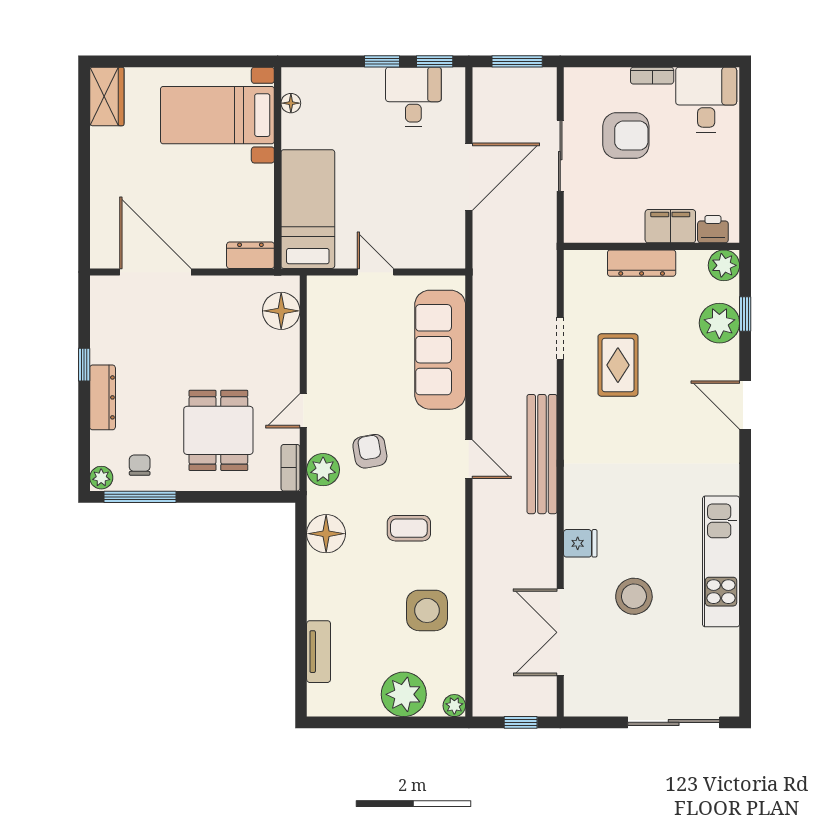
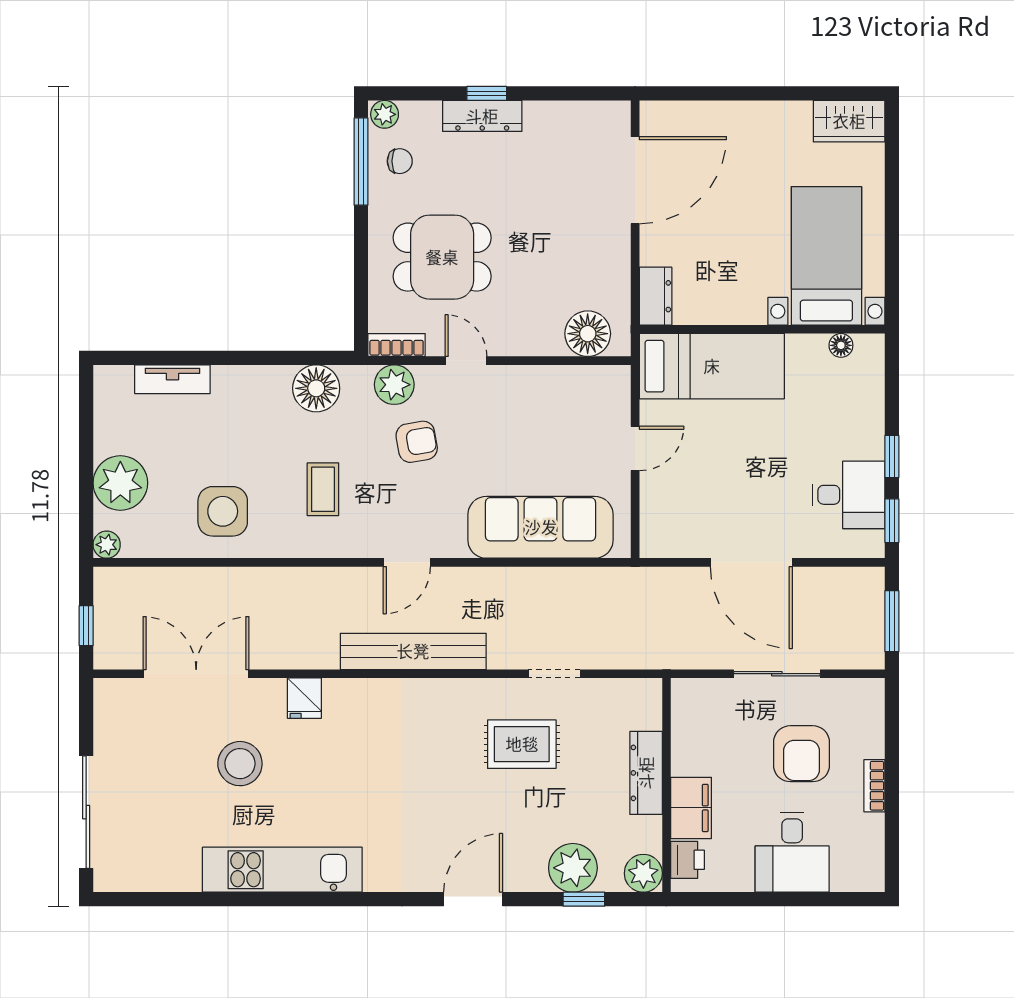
desk: (706, 100) -> (792, 852), moved, turned 90
window: (84, 365) -> (487, 93), moved

